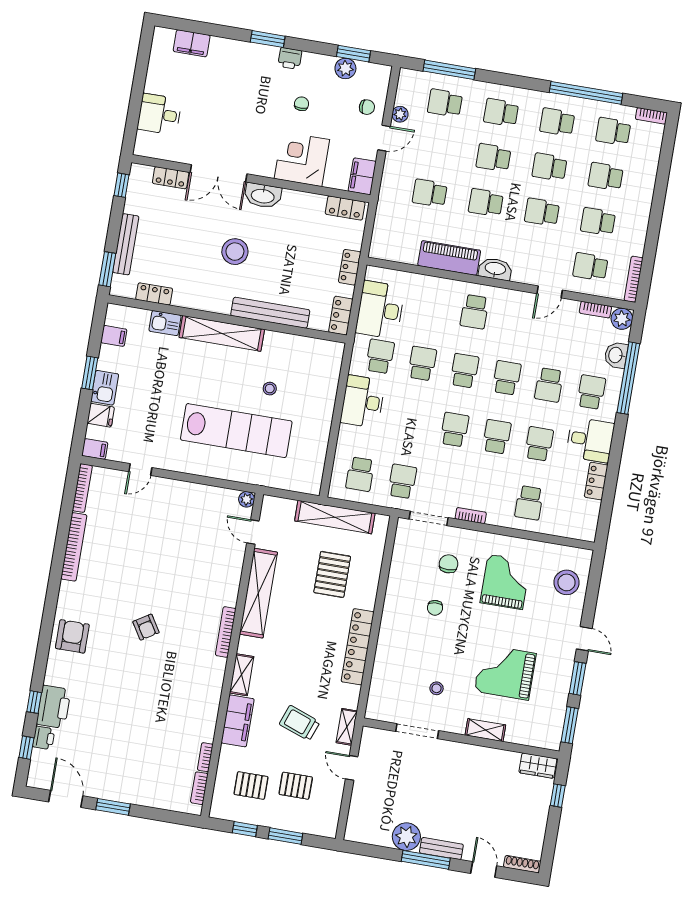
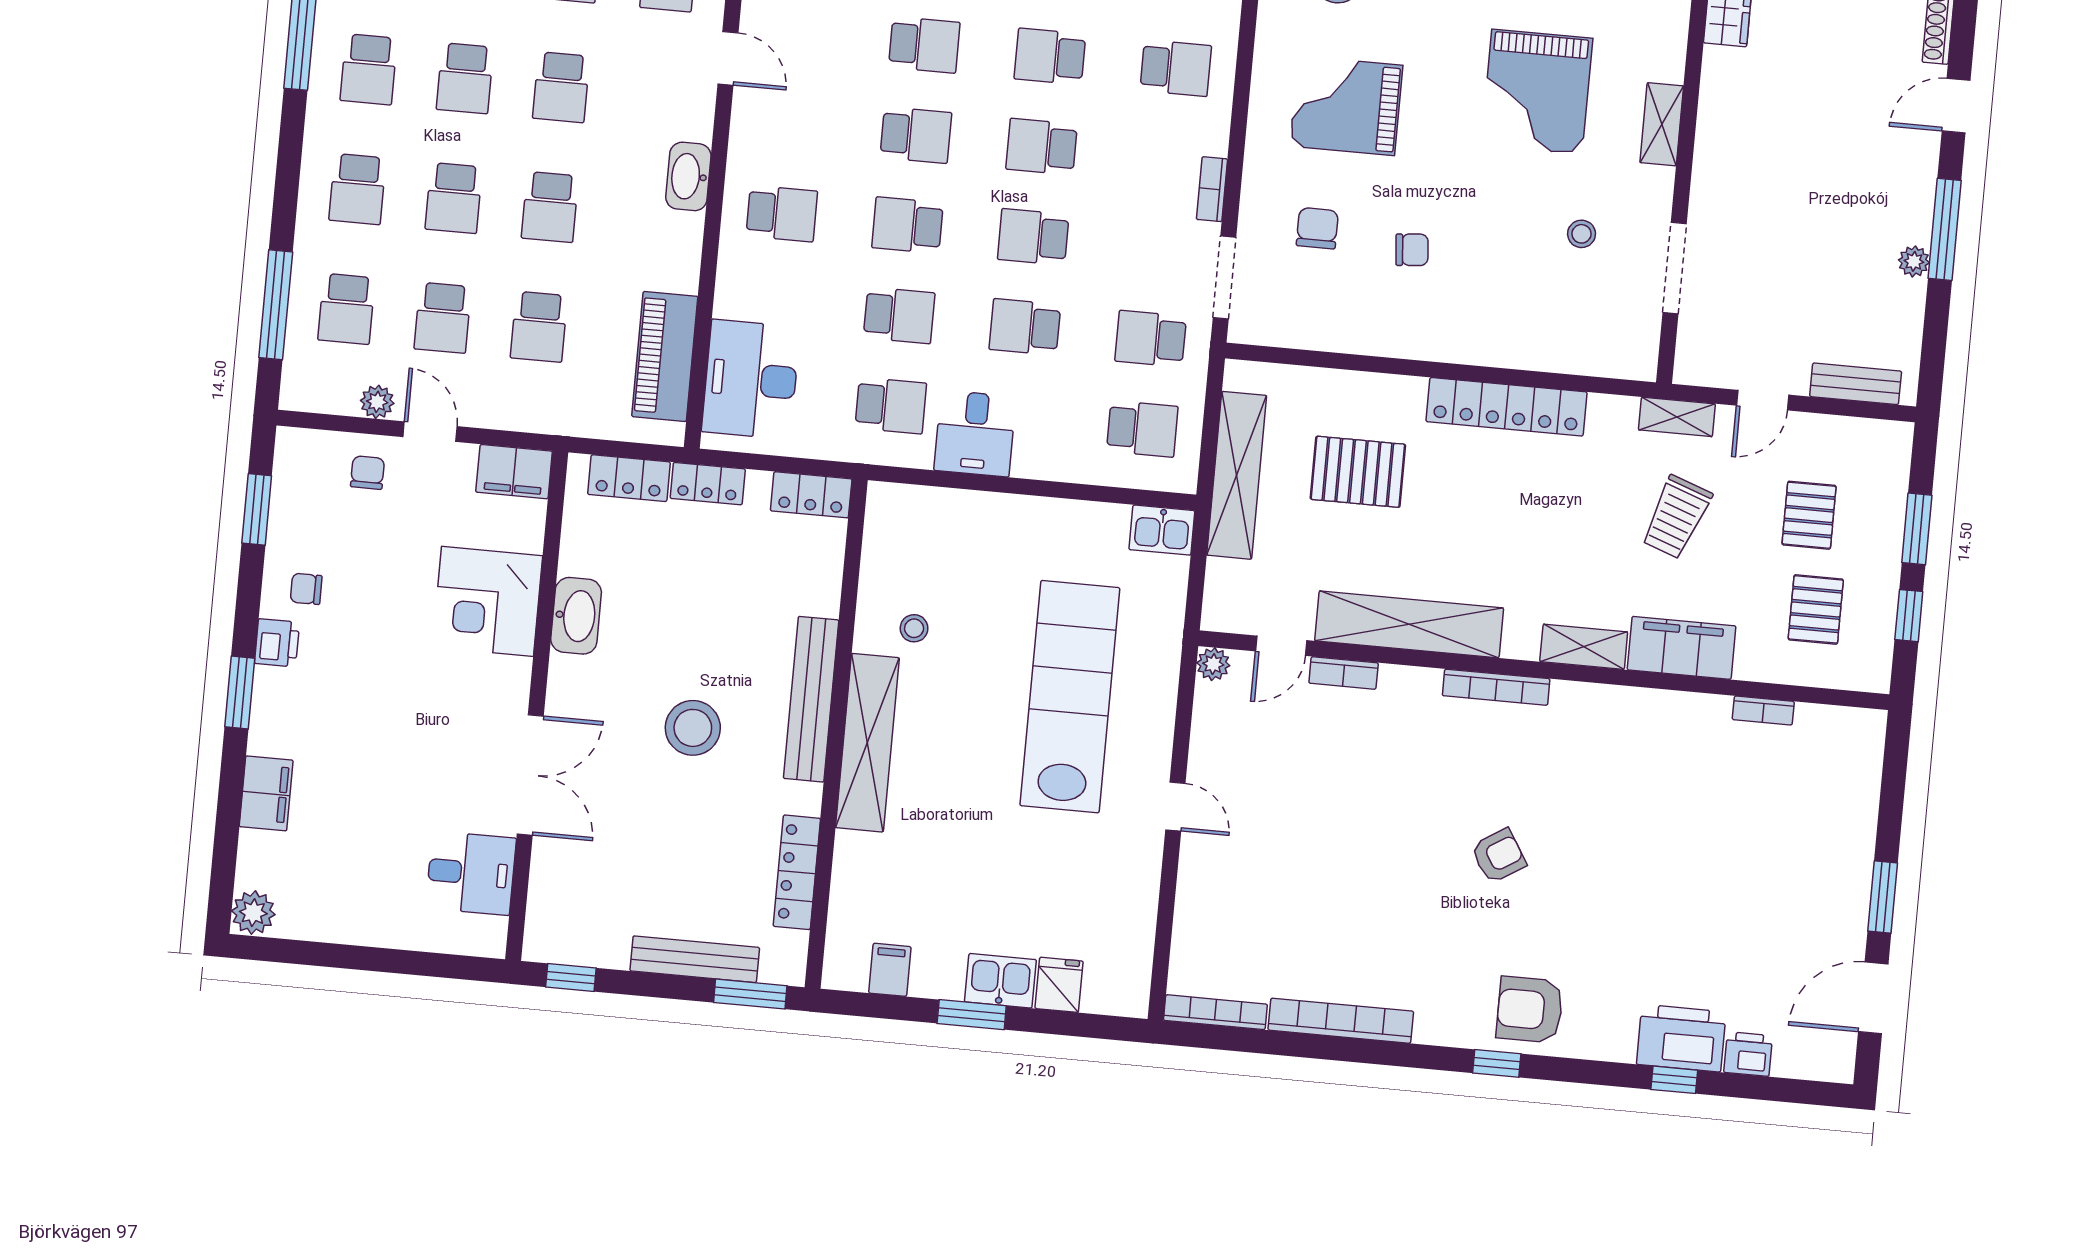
filing cabinet: (192, 43) -> (266, 793), moved
plant: (345, 68) -> (253, 913), moved
chair: (302, 104) -> (306, 589), moved
desk: (159, 114) -> (471, 873), moved, turned -90
school desk: (437, 148) -> (443, 318), added
locker: (171, 178) -> (547, 875), removed
washbasin: (263, 196) -> (576, 616), moved
locker: (345, 208) -> (629, 478), moved, turned 90
piano: (449, 258) -> (665, 356), moved
locker: (154, 294) -> (797, 872), width x1.53
desk: (380, 310) -> (751, 379), moved, turned 90
bench: (270, 313) -> (811, 699), moved
kitchen sink: (165, 323) -> (1162, 530), moved, turned 90
school desk: (380, 356) -> (891, 406), turned 180
school desk: (422, 363) -> (899, 315), turned 180
school desk: (507, 378) -> (916, 135), turned 180
stool: (270, 389) -> (914, 628), moved
desk: (363, 402) -> (975, 434), width x0.73
school desk: (412, 422) -> (1025, 327), added
filing cabinet: (95, 449) -> (1131, 992), removed
door: (140, 470) -> (1175, 807), moved
chair: (449, 564) -> (1317, 228), turned 90
window: (26, 748) -> (1497, 1063), moved
bookcase: (199, 788) -> (1344, 673), moved
plant: (406, 837) -> (1914, 261), width x0.53, depth x0.53
bench: (441, 849) -> (1856, 384), moved, turned 90

